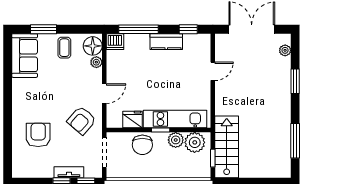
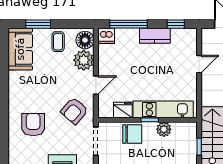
plant: (96, 62) -> (84, 60), width x1.88, depth x1.88
plant: (195, 142) -> (182, 132), removed
chair: (142, 145) -> (132, 134), turned -90

